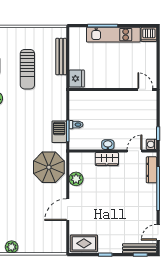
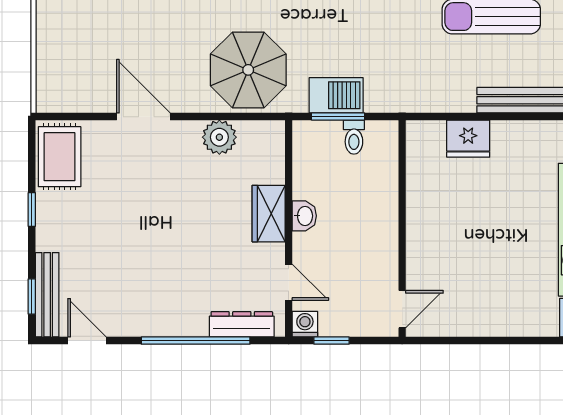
wall: (113, 89) -> (402, 229), moved
door: (145, 89) -> (402, 309), moved

